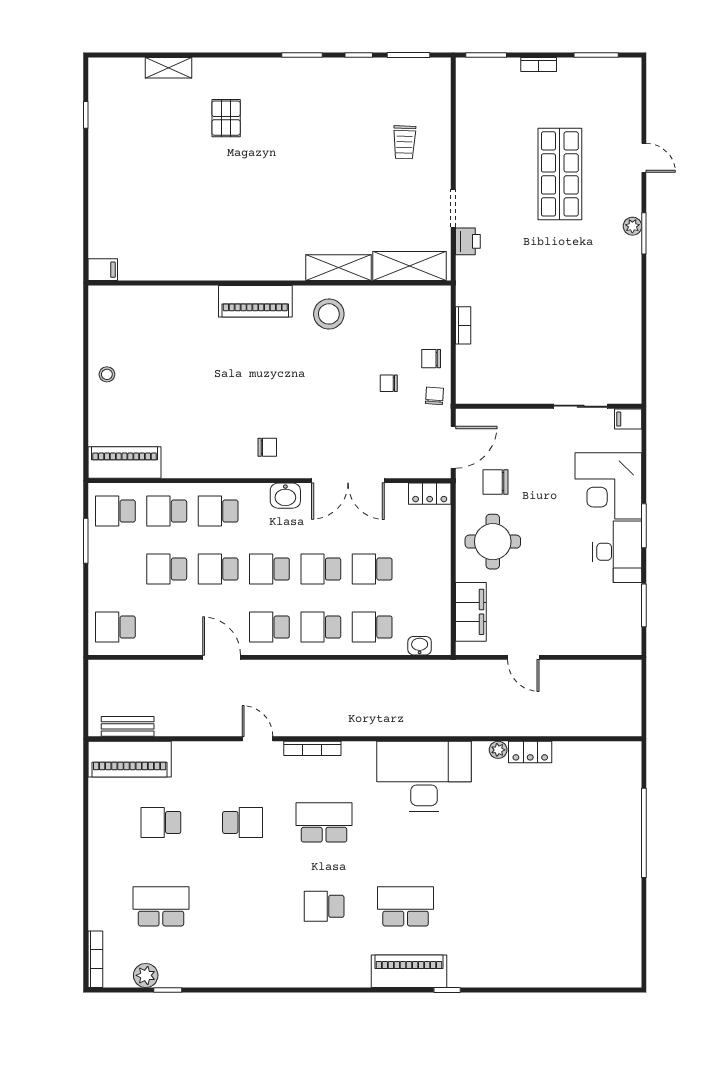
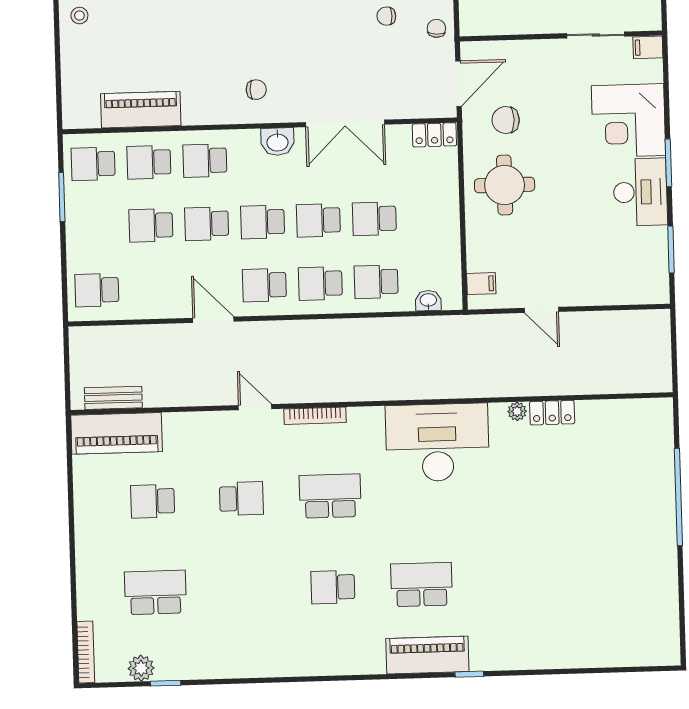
piano: (125, 462) -> (141, 110), moved
filing cabinet: (471, 612) -> (481, 284), width x0.33, depth x0.86

